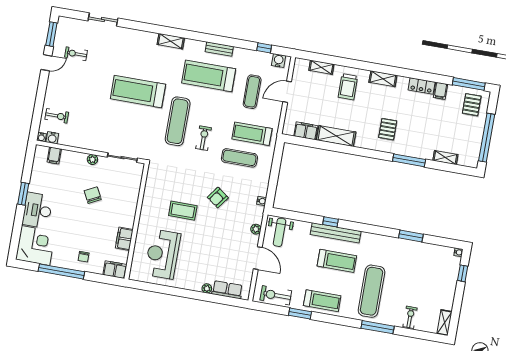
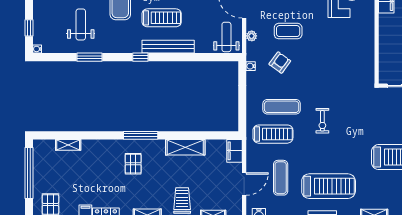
exercise mat: (178, 121) -> (352, 133), removed
filing cabinet: (306, 131) -> (235, 151), moved, turned 90
window: (409, 160) -> (141, 135), moved
armchair: (218, 198) -> (280, 63), moved
coffee table: (183, 211) -> (288, 31), moved
window: (330, 222) -> (140, 57), moved
treadmill: (337, 261) -> (162, 18), turned 180
weight bench: (414, 268) -> (81, 25), added

